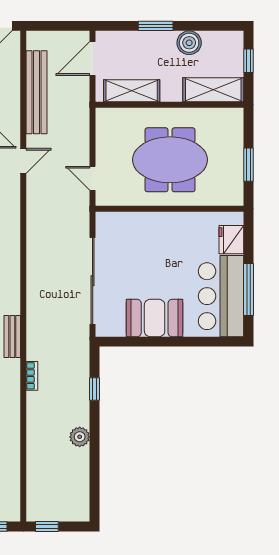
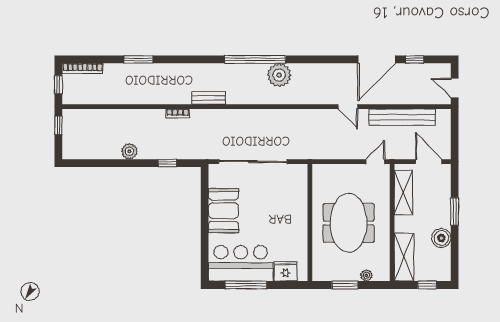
plant: (236, 137) -> (366, 275), added
door: (93, 178) -> (375, 162), moved

